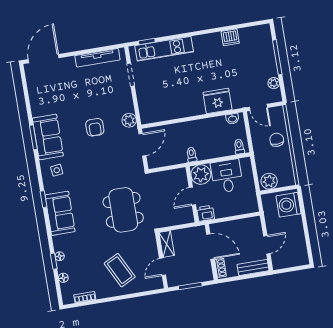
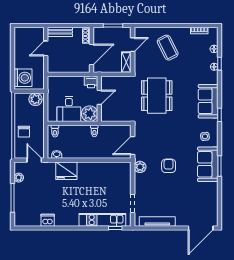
door: (210, 246) -> (91, 55), swing flipped

